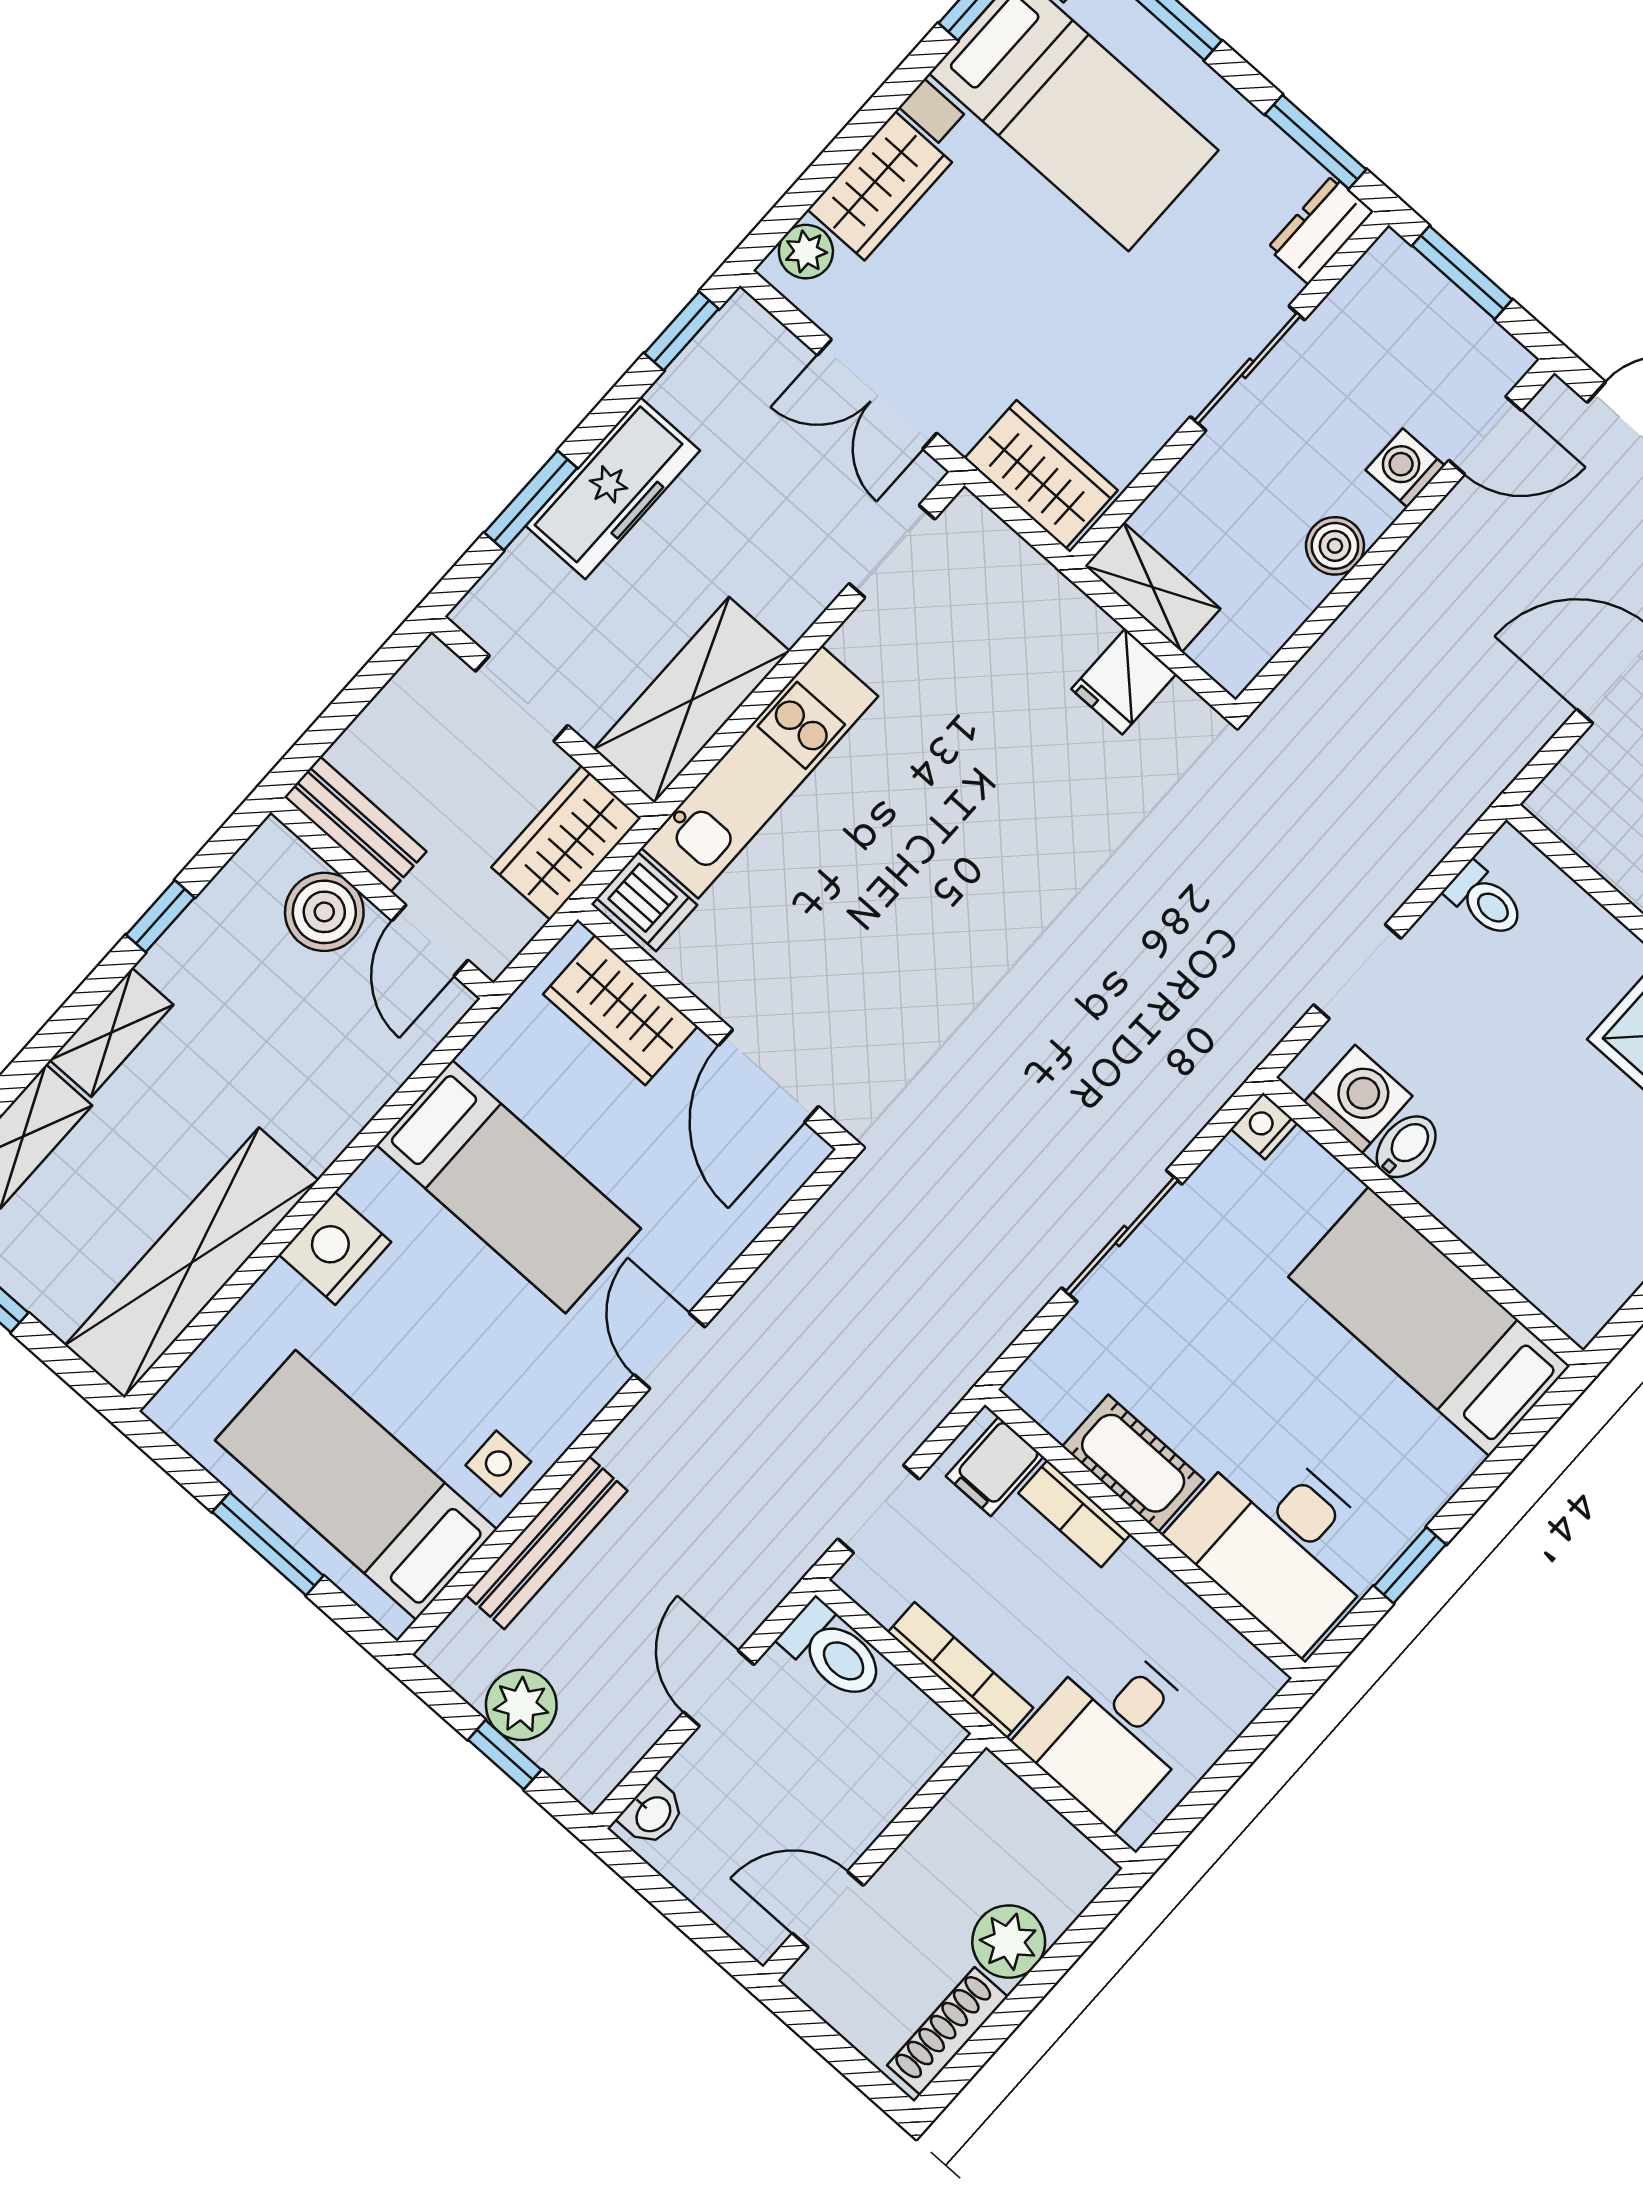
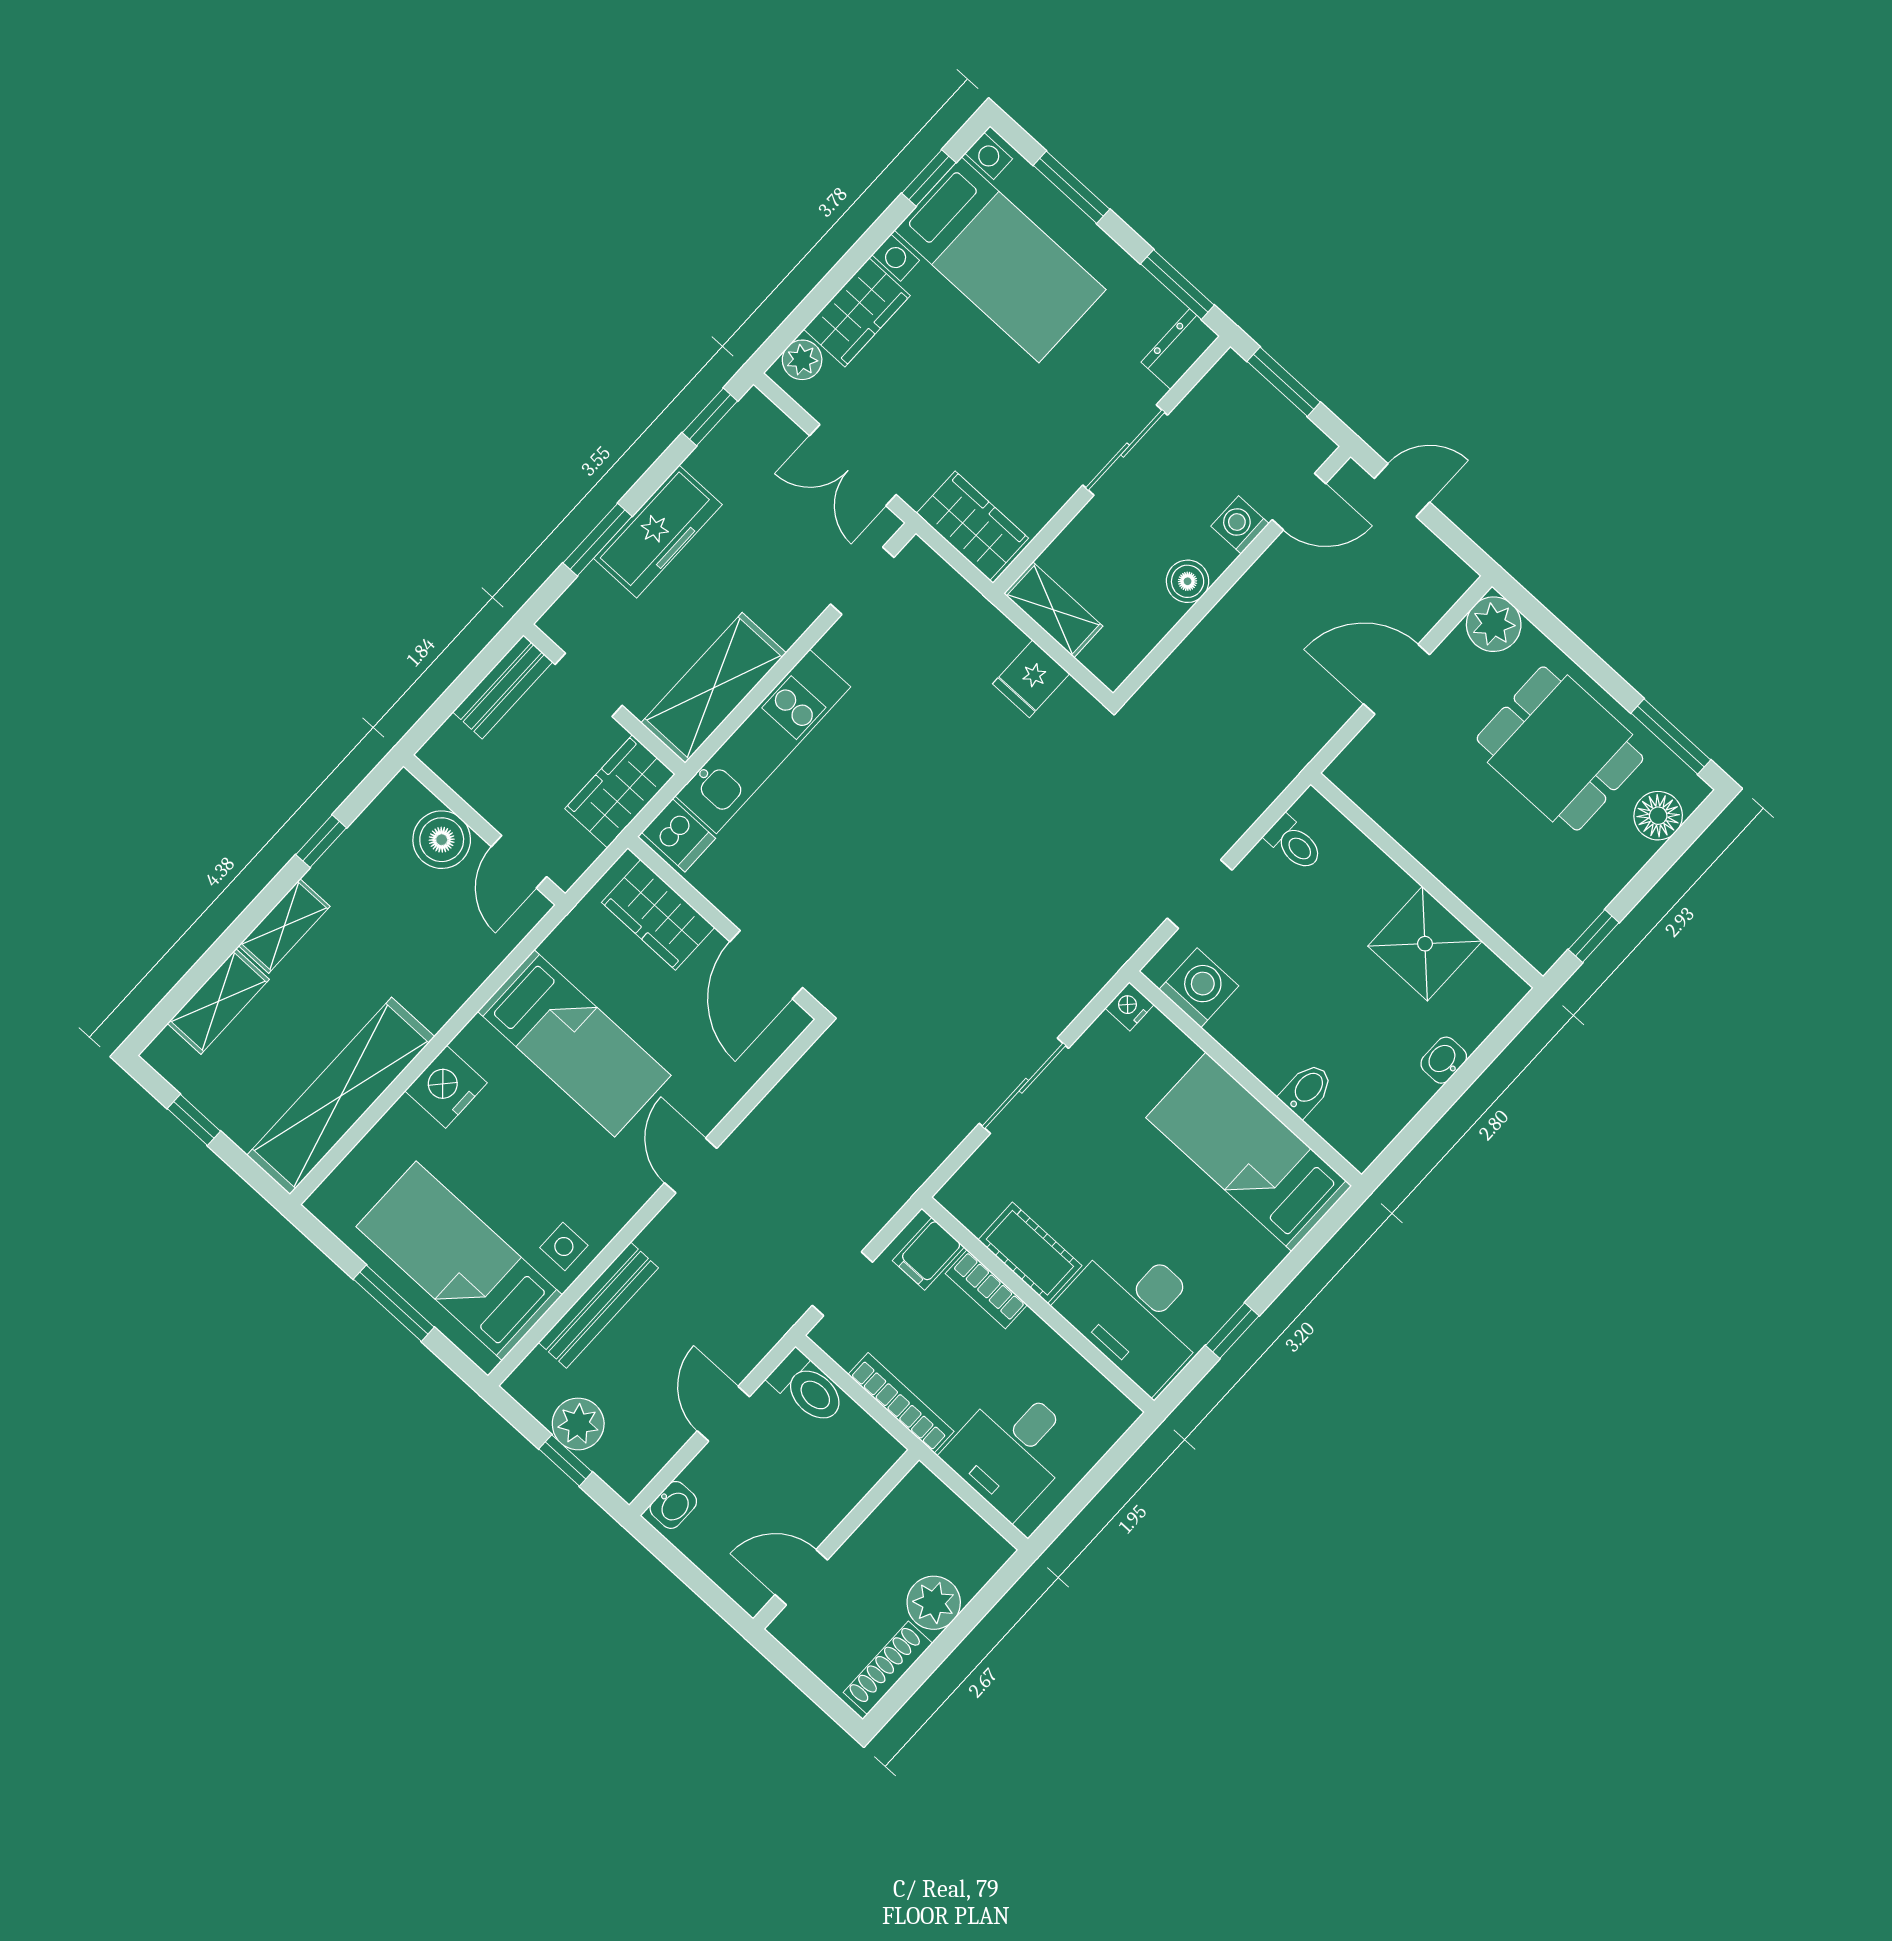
bench: (355, 824) -> (503, 687), moved, turned 90
bidet: (1406, 1147) -> (1306, 1090), moved

